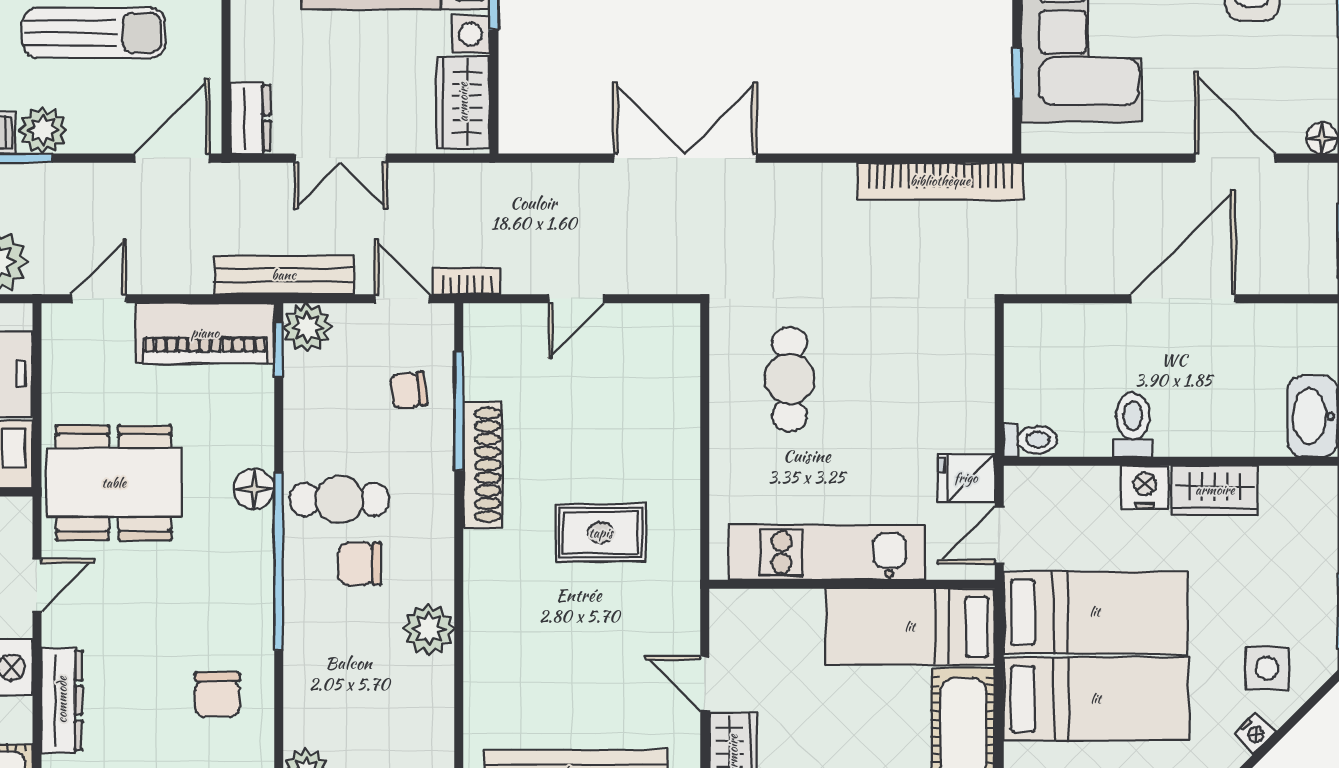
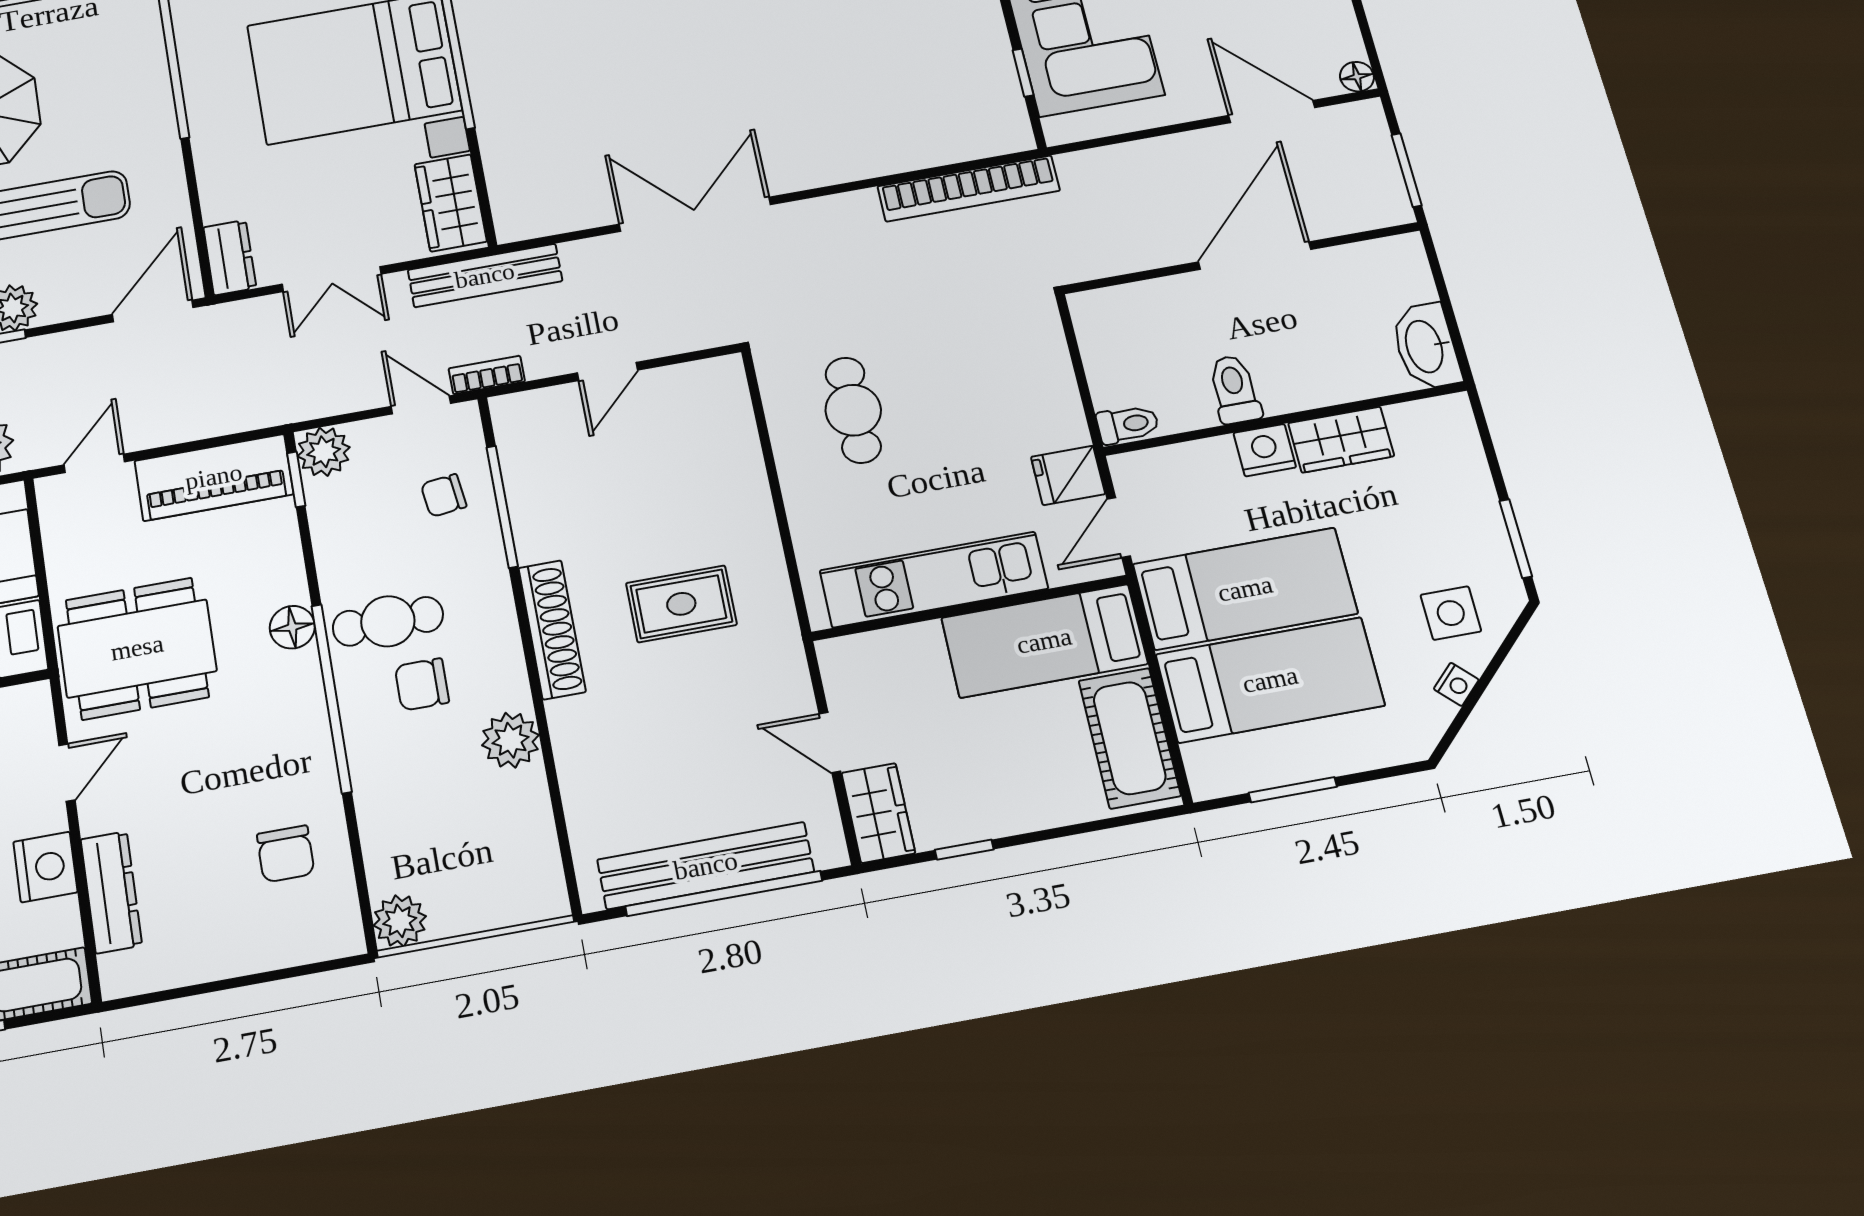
bench: (284, 275) -> (485, 276), moved
shoe rack: (483, 465) -> (552, 630), moved

